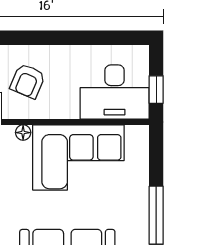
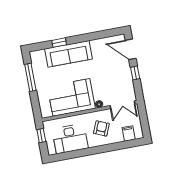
desk: (115, 92) -> (70, 139), moved, turned 180

